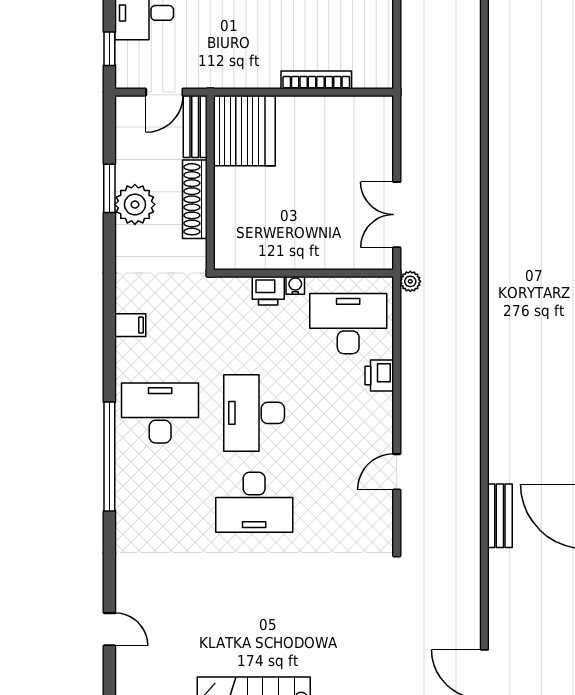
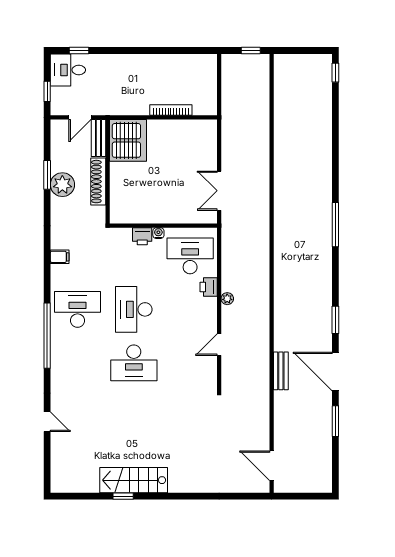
plant: (410, 281) -> (227, 299), moved
door: (109, 629) -> (47, 422), moved

